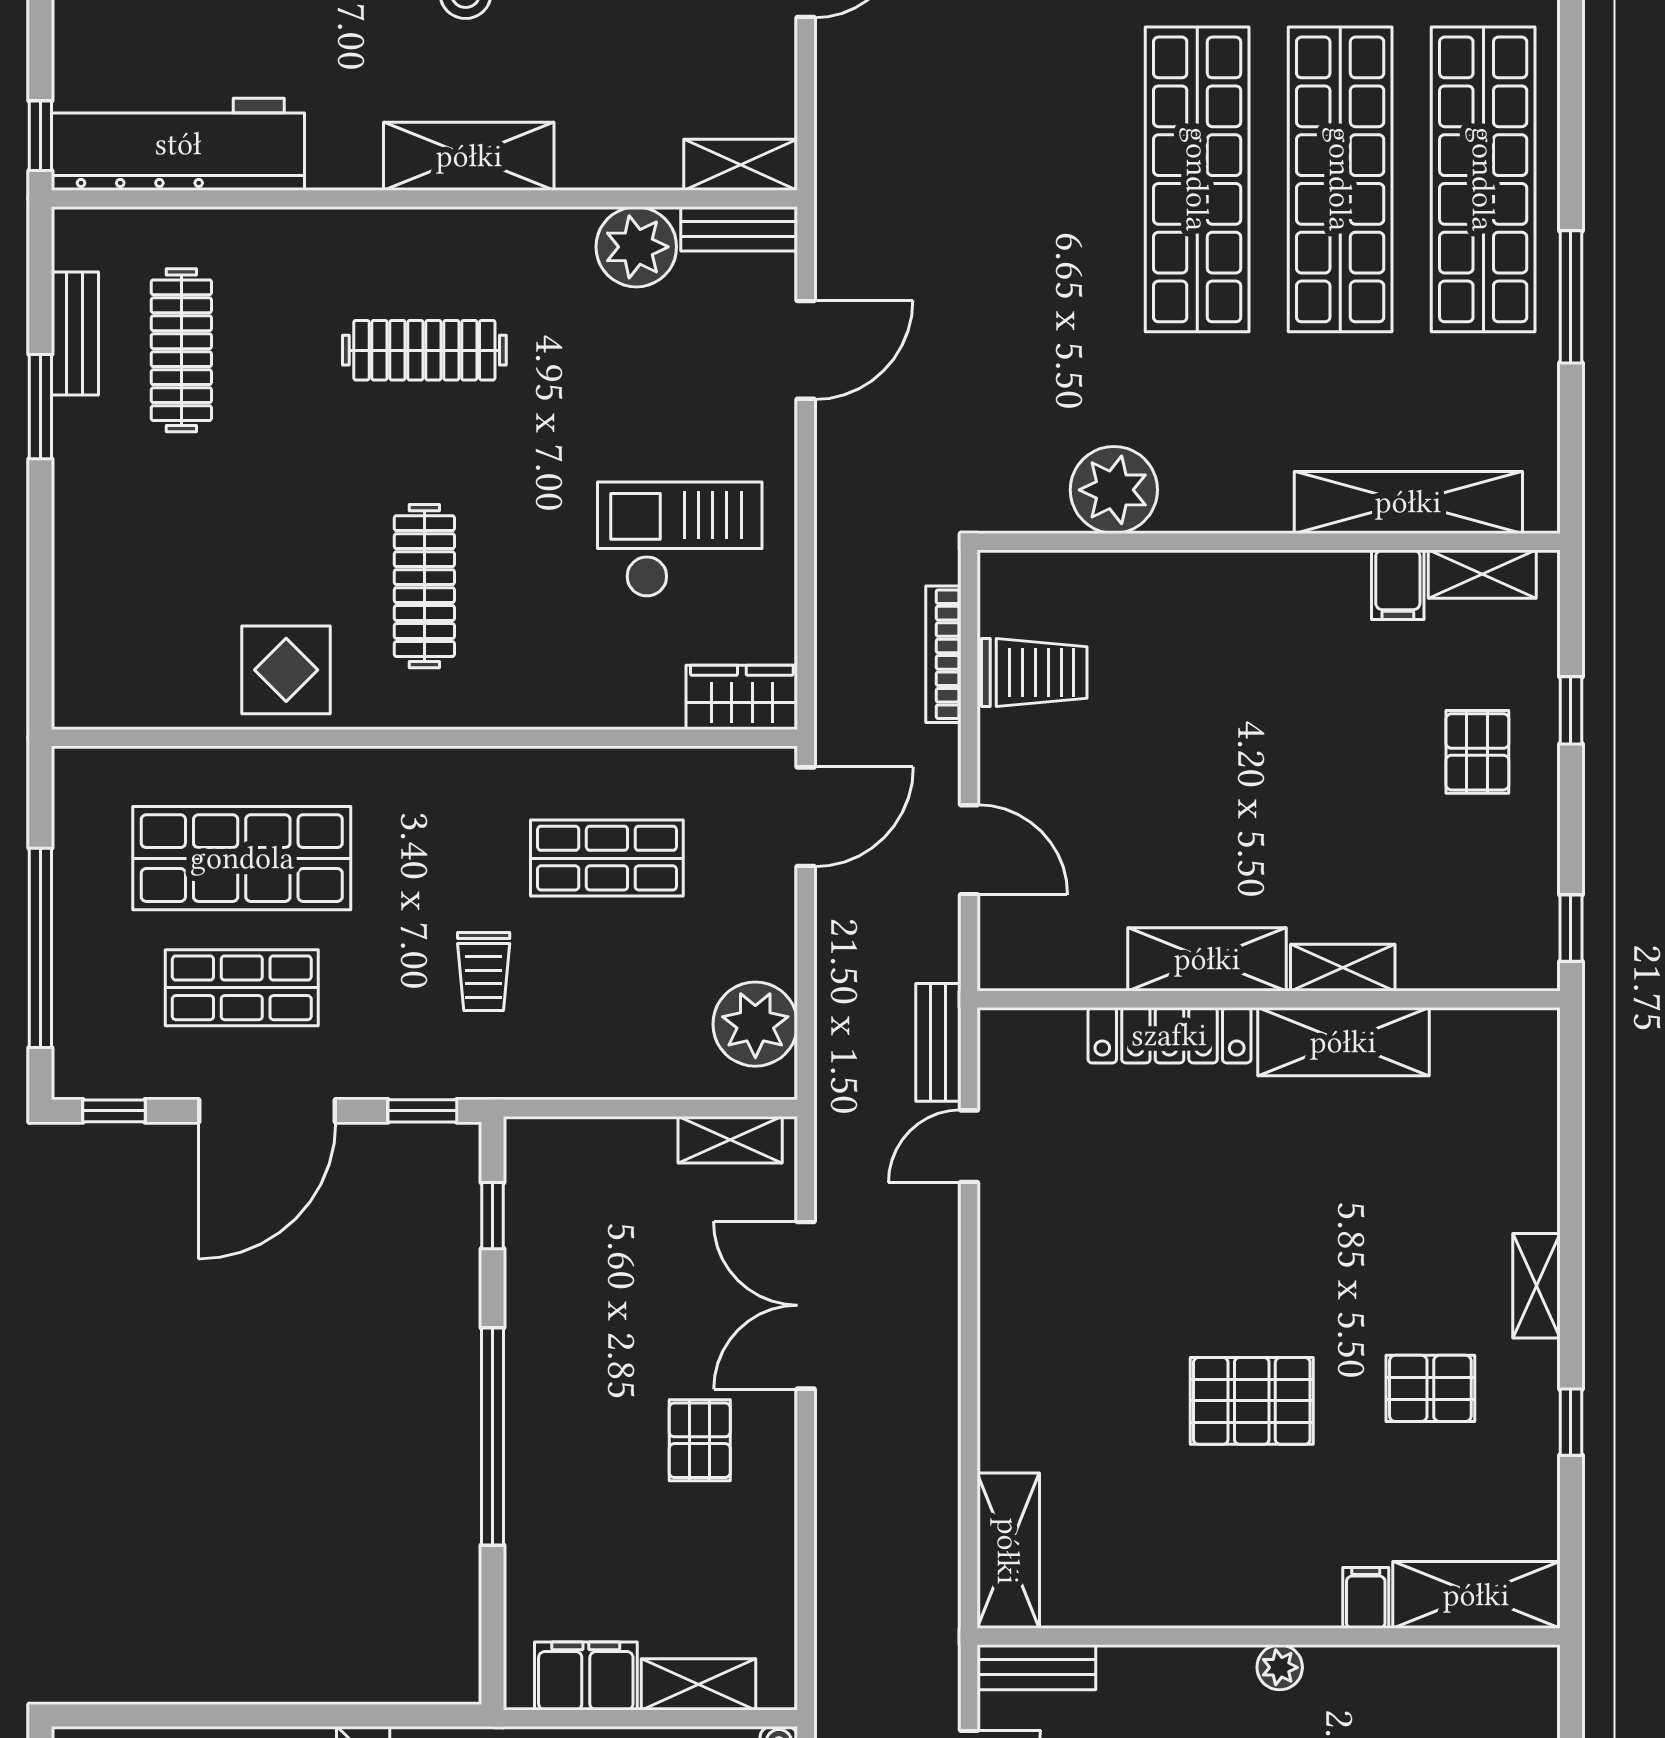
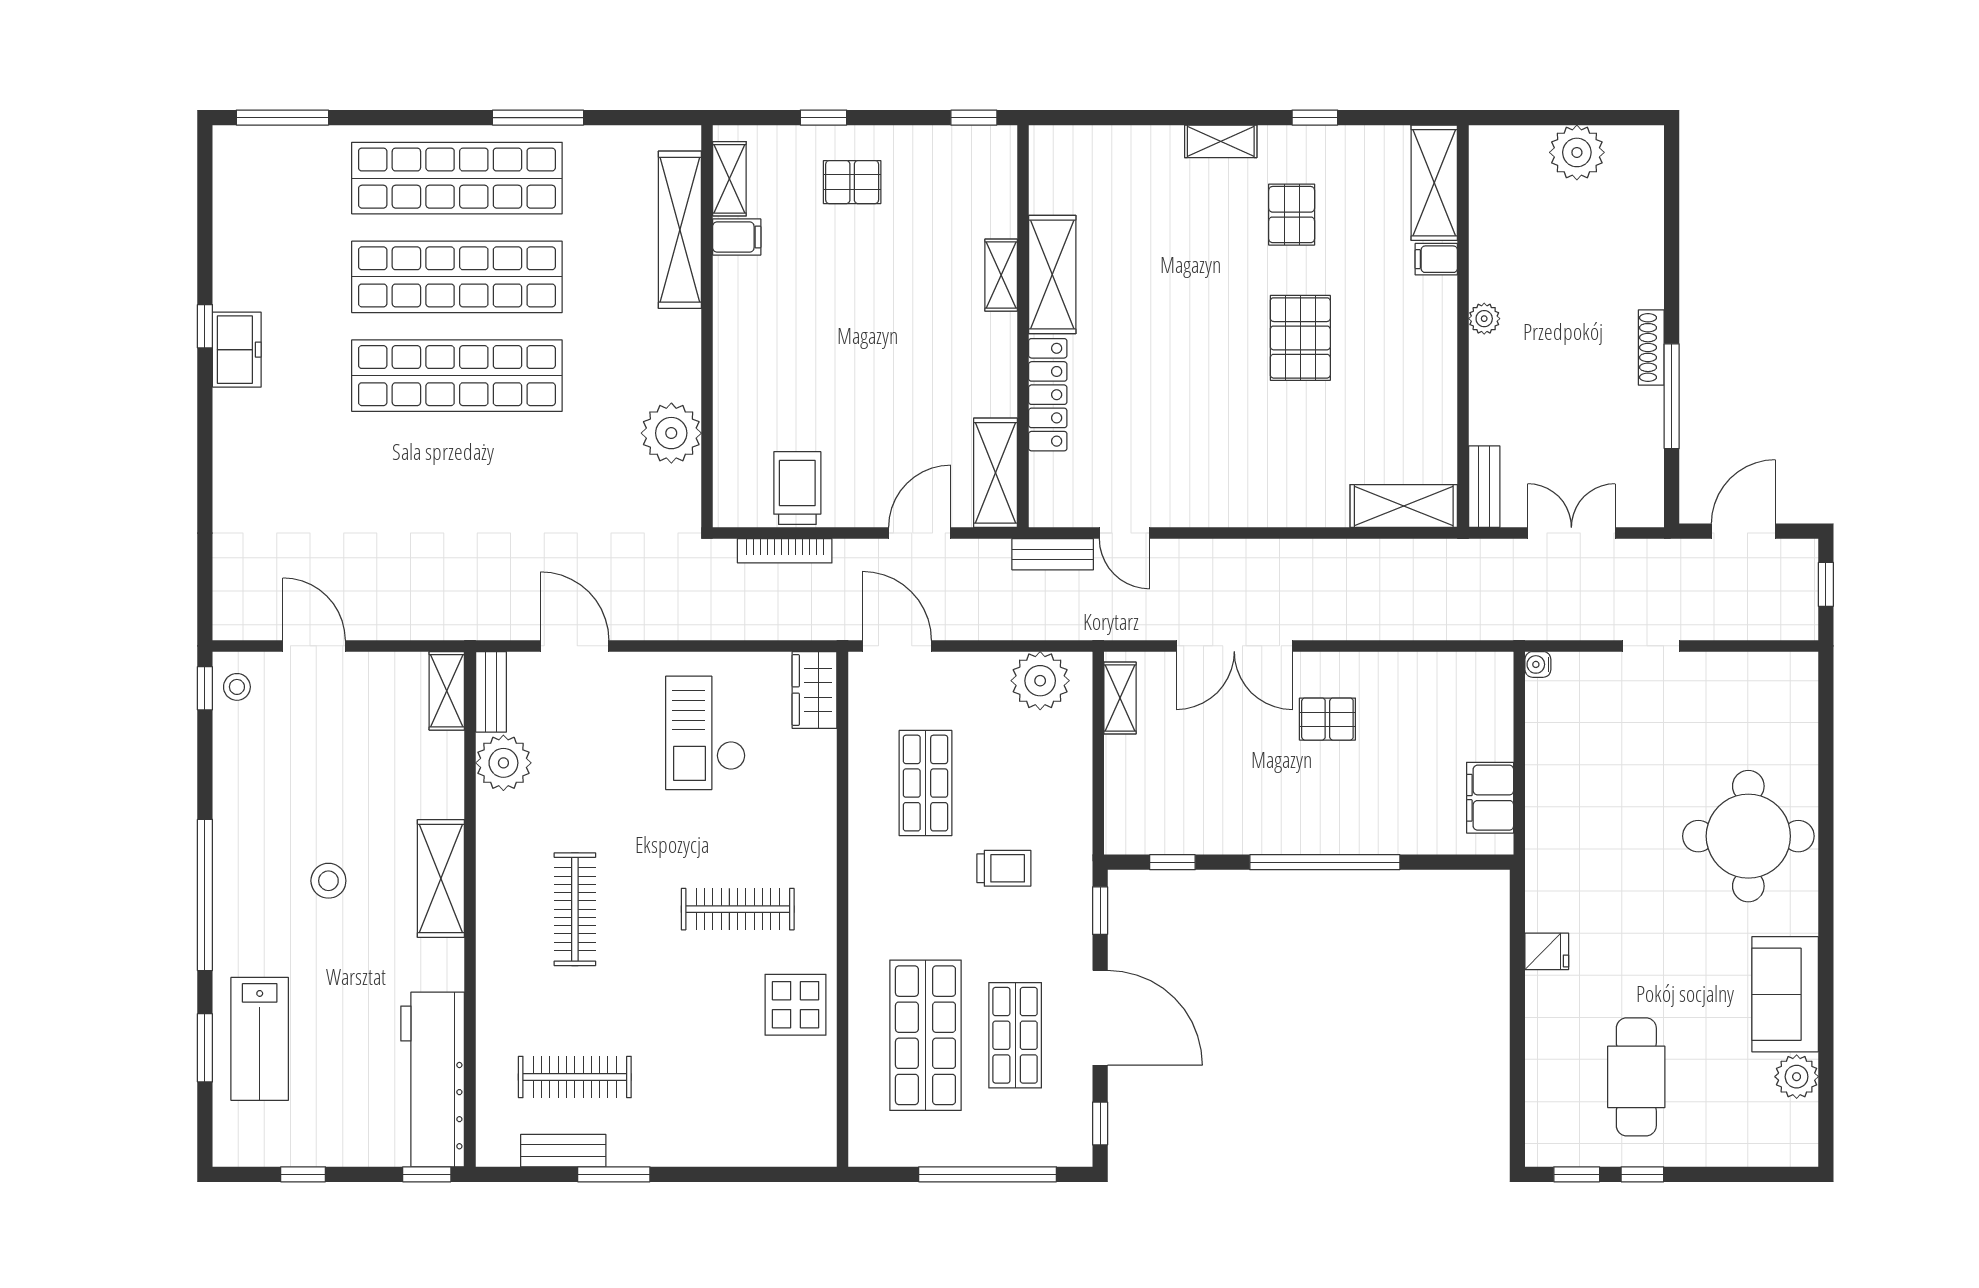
shelving: (1207, 959) -> (995, 473), moved
shelving: (698, 1684) -> (1496, 720), removed

